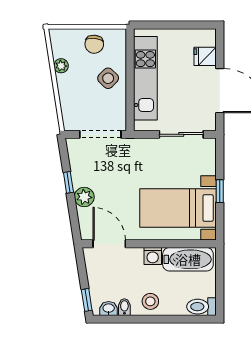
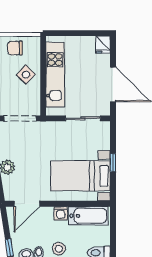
chair: (94, 44) -> (15, 48), turned 84
fridge: (205, 56) -> (103, 44), moved, turned -90
door: (109, 244) -> (27, 204), swing flipped

